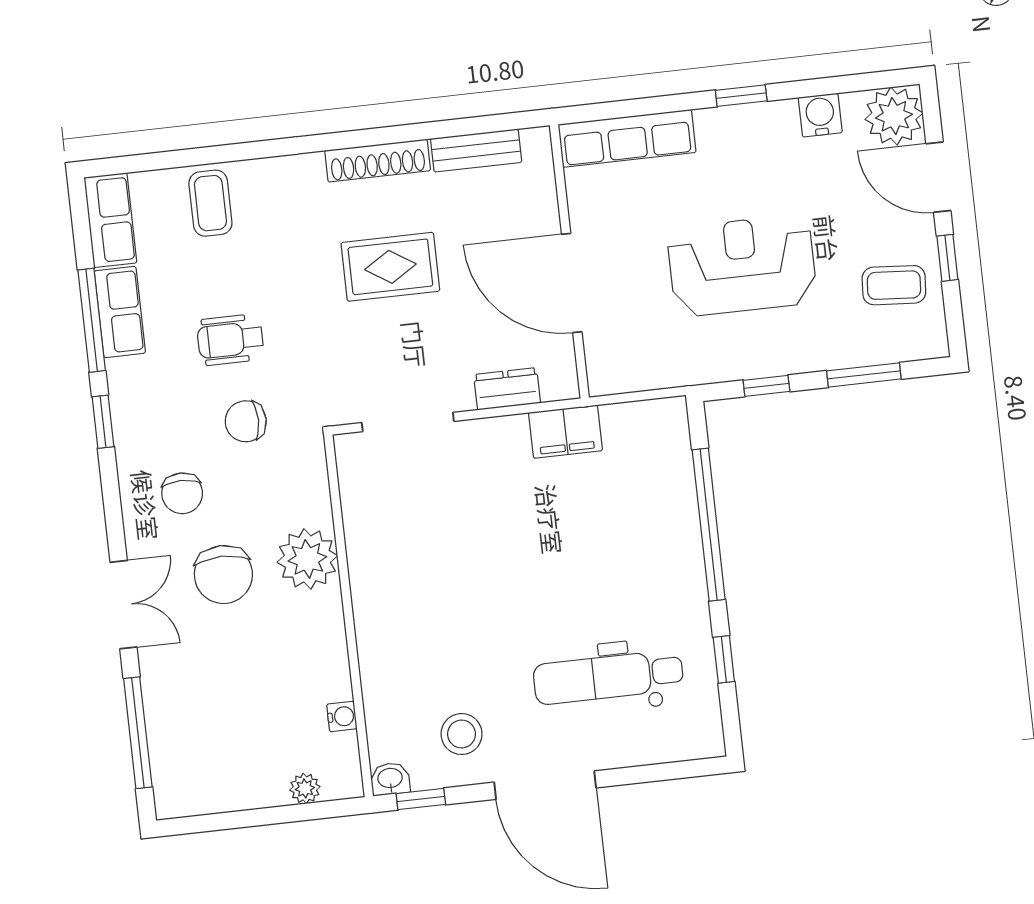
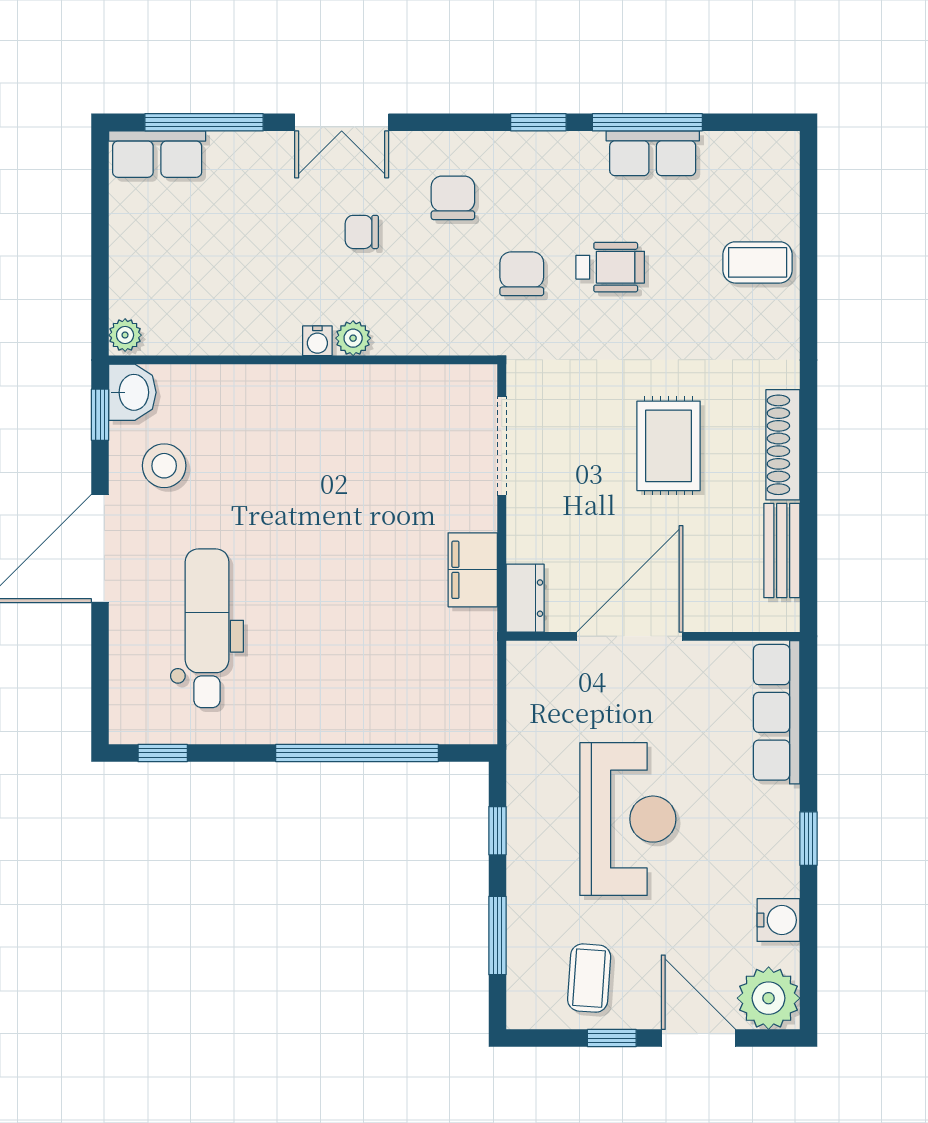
door: (938, 177) -> (698, 1038), hinge flipped
row of seats: (110, 220) -> (157, 154), moved
wheelchair: (230, 340) -> (610, 267), turned 90
dresser: (507, 389) -> (525, 598), moved
filing cabinet: (566, 432) -> (473, 570), moved
chair: (182, 493) -> (453, 198), turned 90
plant: (307, 559) -> (353, 338), width x0.53, depth x0.53
chair: (223, 575) -> (362, 232), width x0.54, depth x0.54
window: (724, 659) -> (163, 753), moved
water cooler: (342, 716) -> (317, 341), moved
washbasin: (390, 779) -> (132, 392), width x1.38, depth x1.45
plant: (305, 788) -> (125, 335), moved

